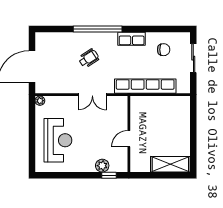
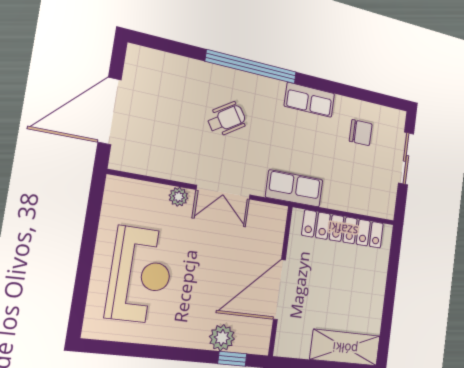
row of seats: (145, 86) -> (294, 188), width x0.50
plant: (40, 101) -> (178, 197), moved
locker: (161, 103) -> (343, 229), added
door: (129, 139) -> (279, 290), width x1.88

